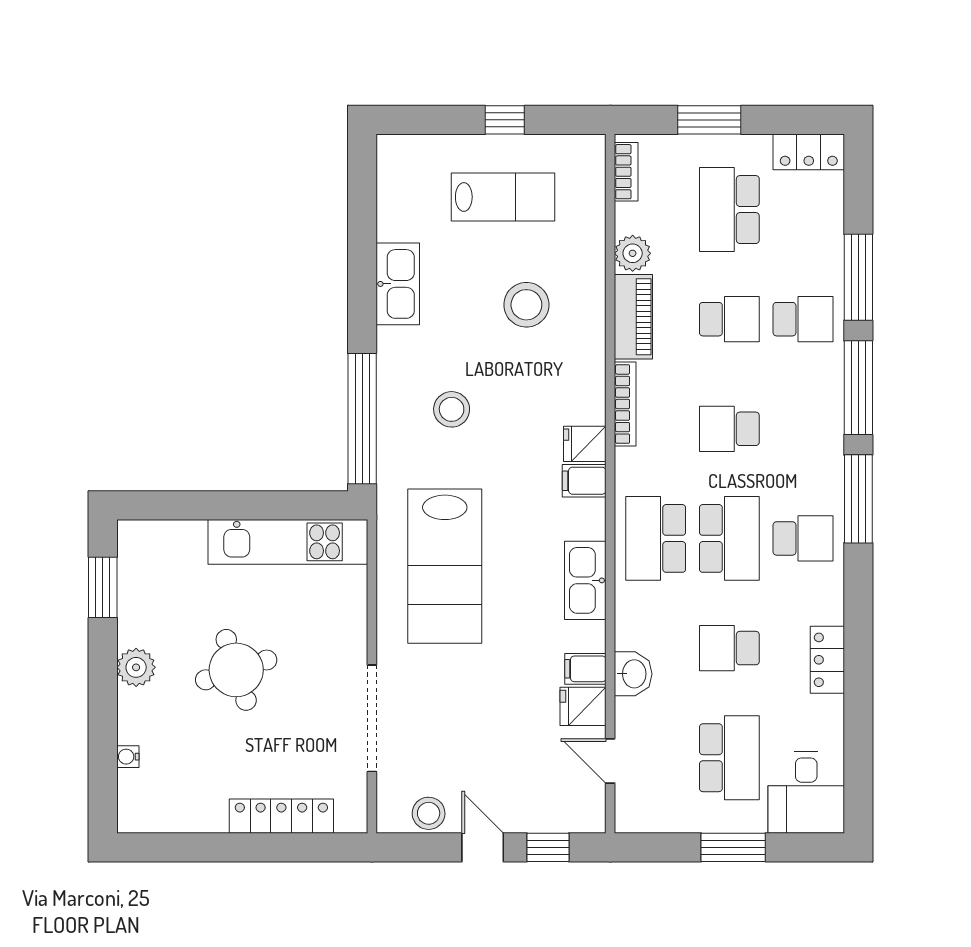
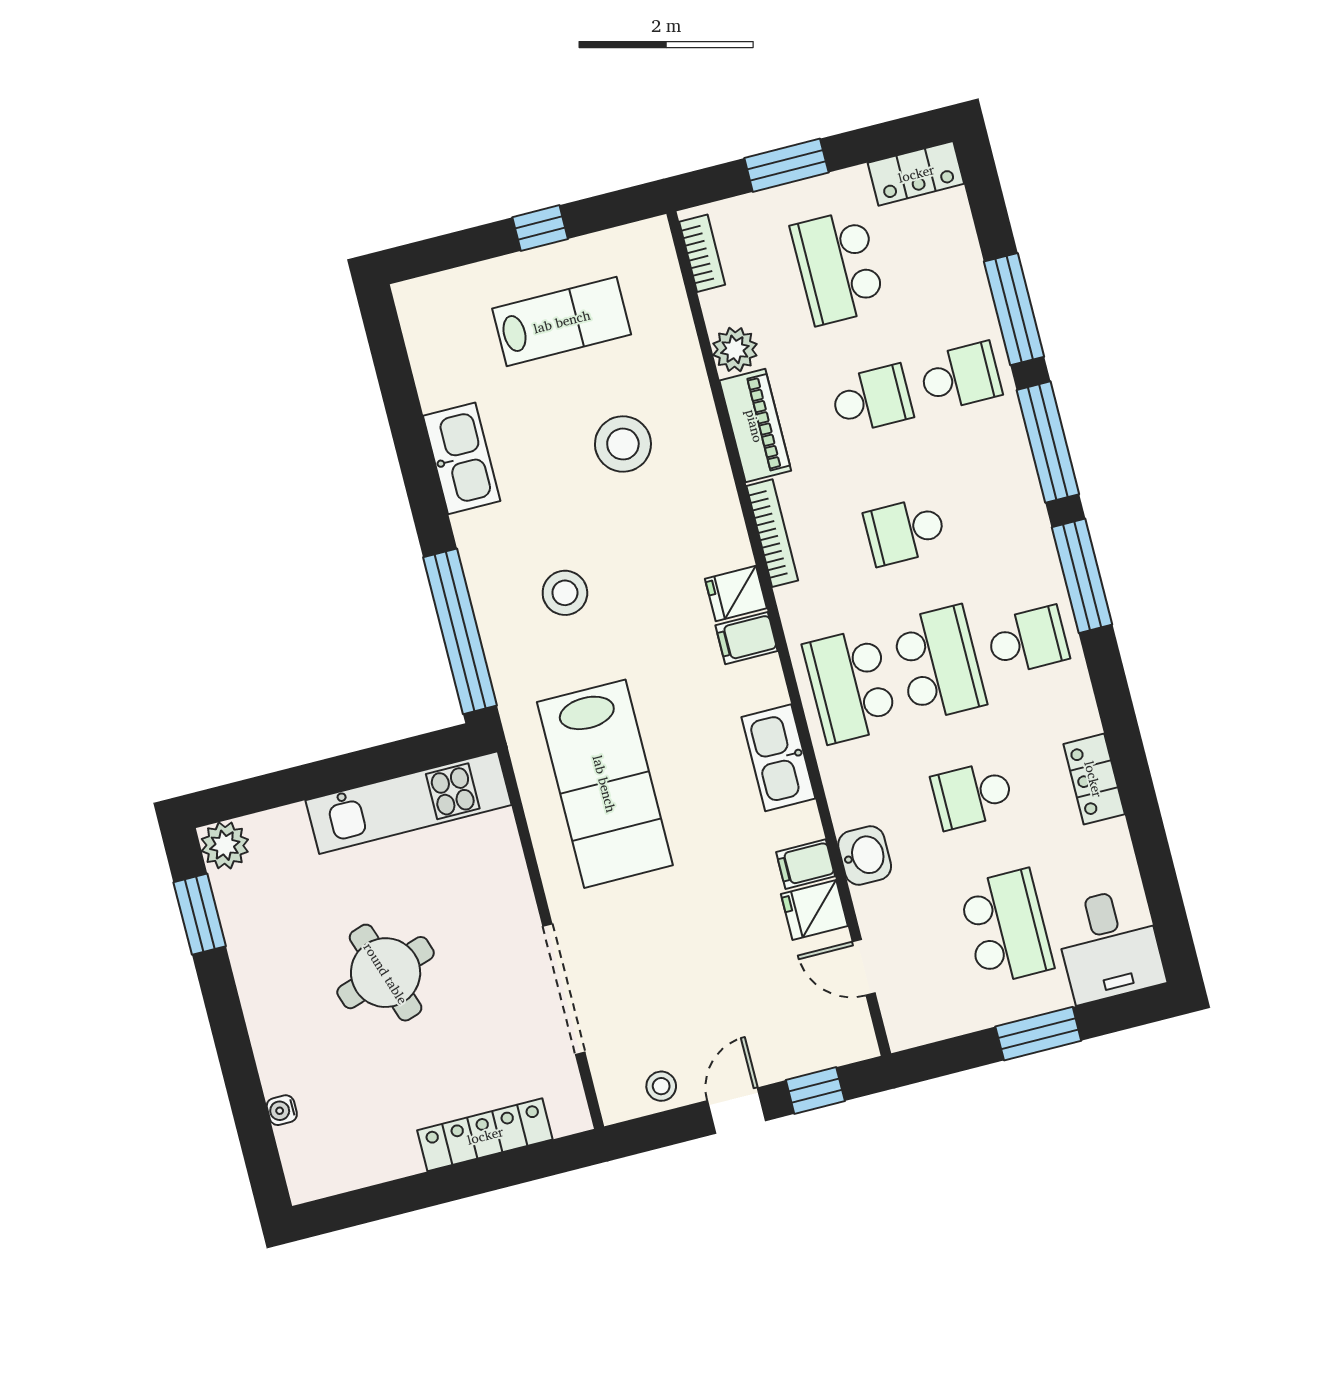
plant: (136, 667) -> (225, 845), moved
stool: (429, 813) -> (661, 1086), width x0.73, depth x0.73
door: (483, 847) -> (737, 1111), hinge flipped

